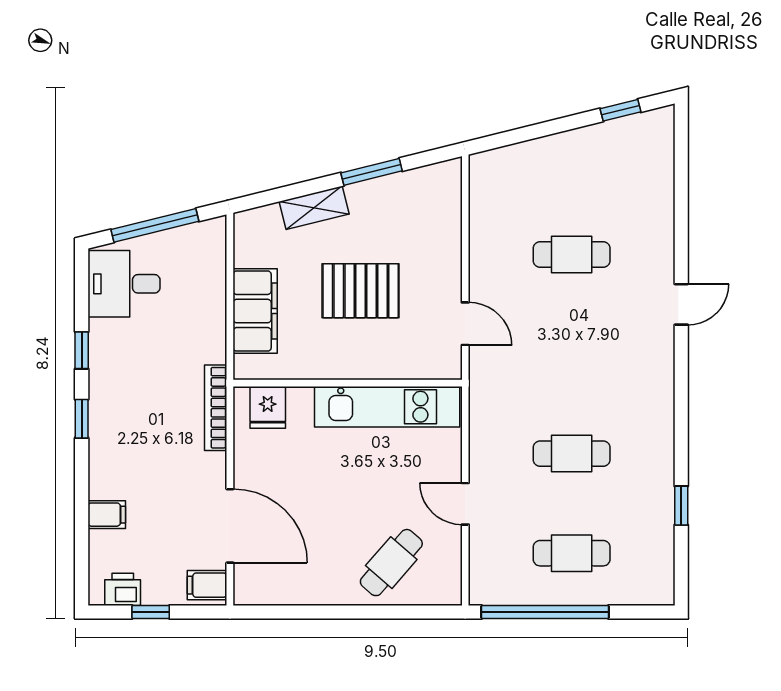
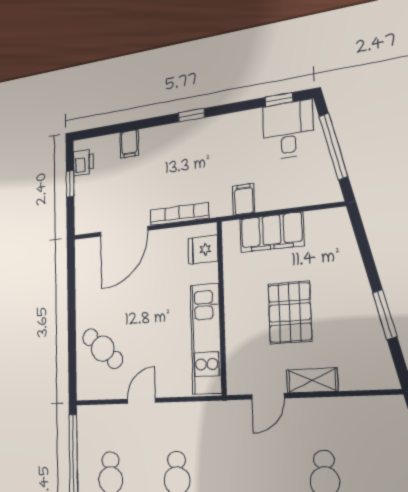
shelving: (314, 208) -> (312, 380), moved, turned -76
window: (82, 350) -> (279, 99), moved
bookcase: (216, 408) -> (179, 214), moved
filing cabinet: (207, 585) -> (244, 199), moved

